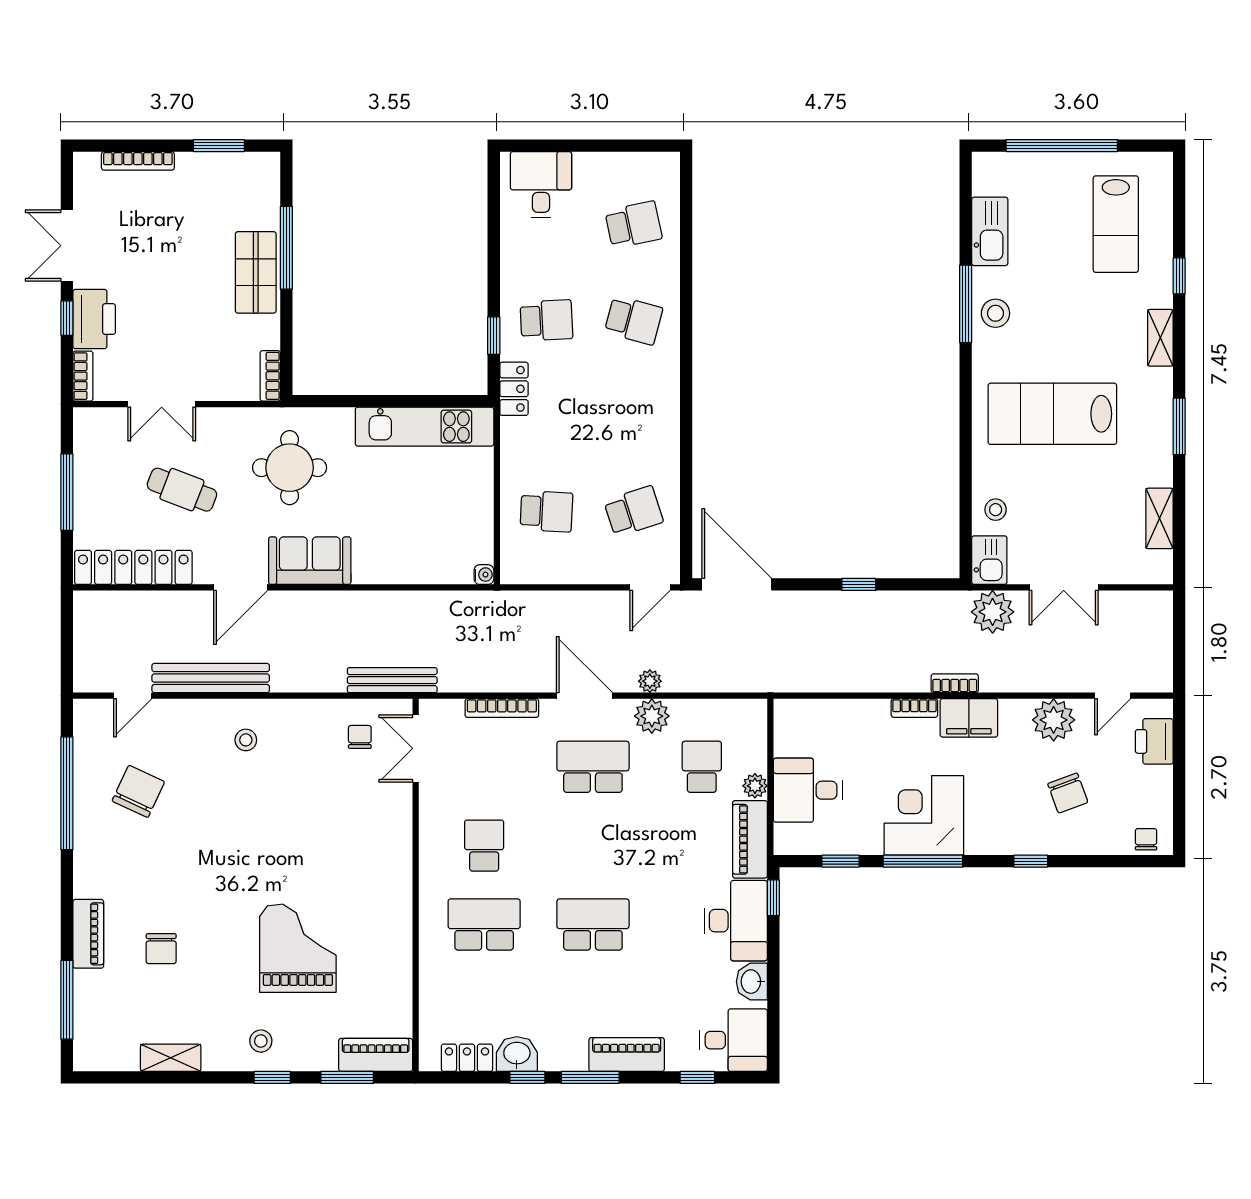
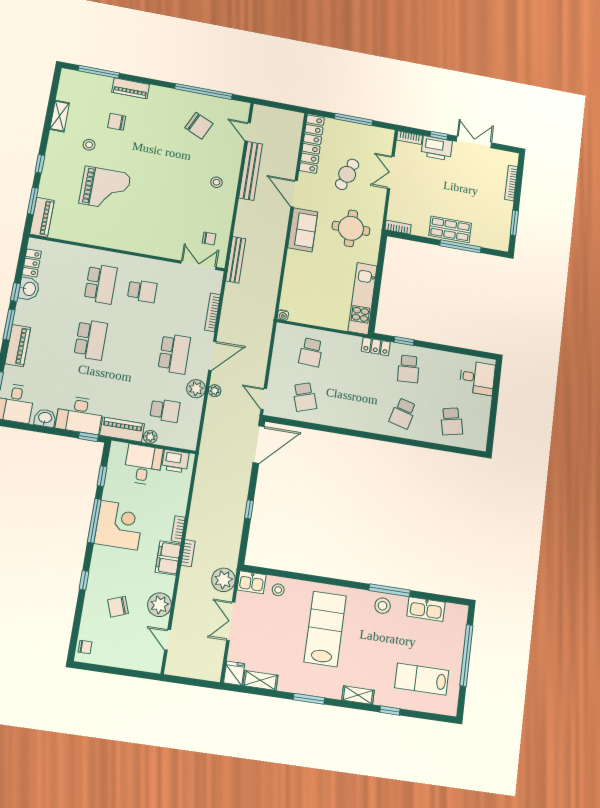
fridge: (1154, 567) -> (234, 673), added
printer: (1154, 741) -> (175, 461), moved, turned 180
stool: (261, 1041) -> (89, 145), moved

